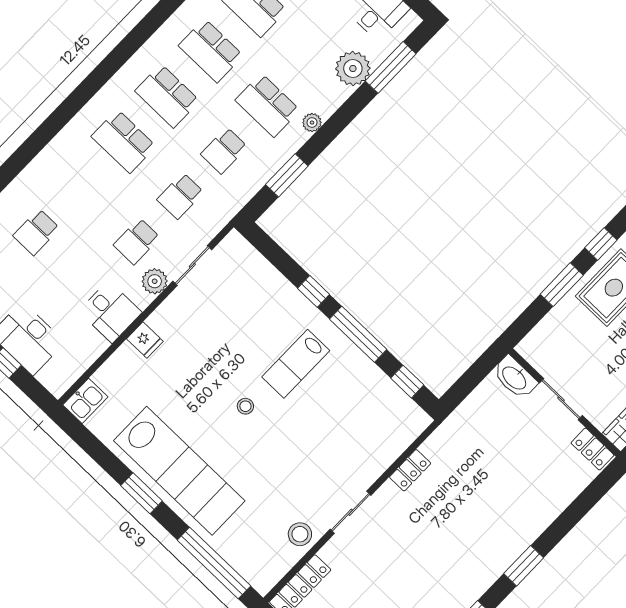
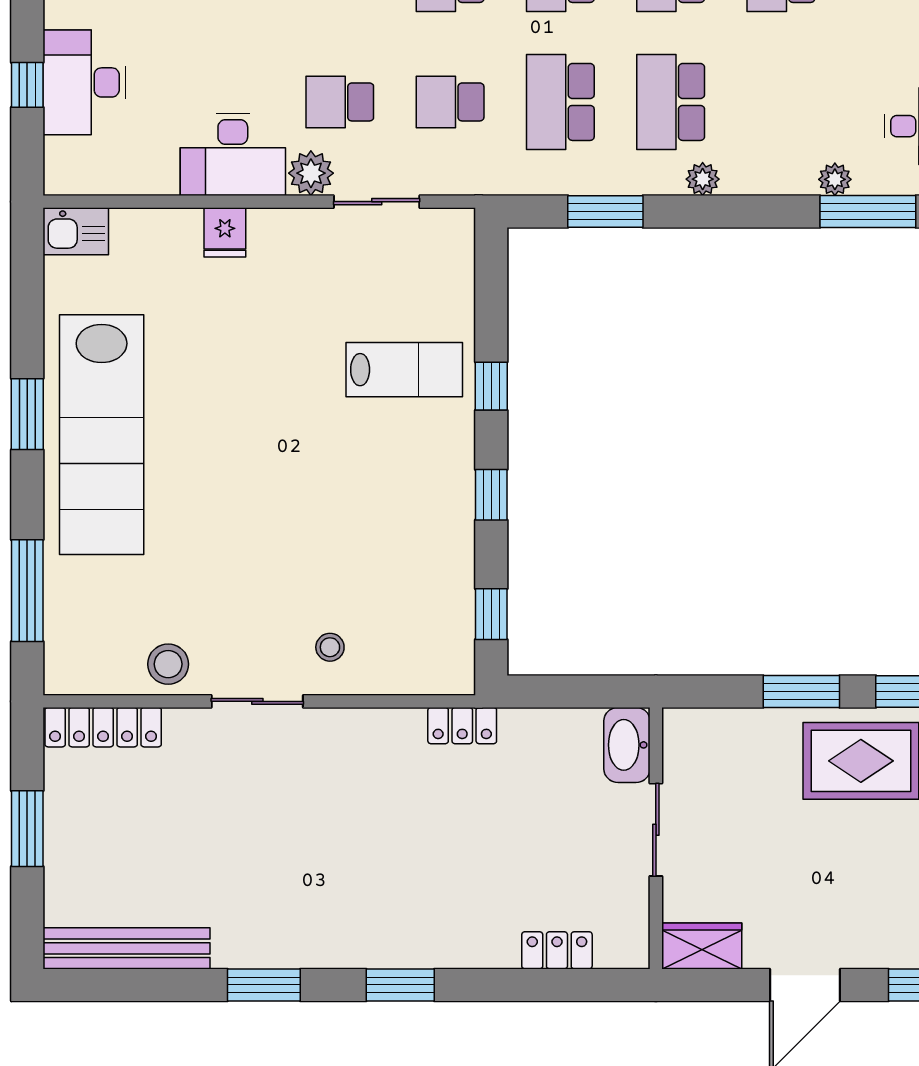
plant: (353, 69) -> (835, 179), width x0.53, depth x0.53
school desk: (224, 151) -> (560, 102), width x1.85
desk: (110, 312) -> (233, 154), width x1.37
window: (358, 334) -> (491, 495), width x0.46
lab bench: (296, 364) -> (404, 370), moved, turned 180
stool: (245, 406) -> (330, 647), moved
locker: (592, 449) -> (557, 950), moved, turned 90
locker: (410, 470) -> (462, 726), moved
window: (214, 563) -> (27, 591), width x0.68

